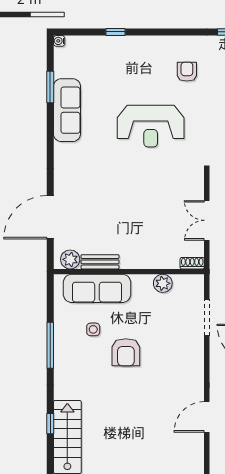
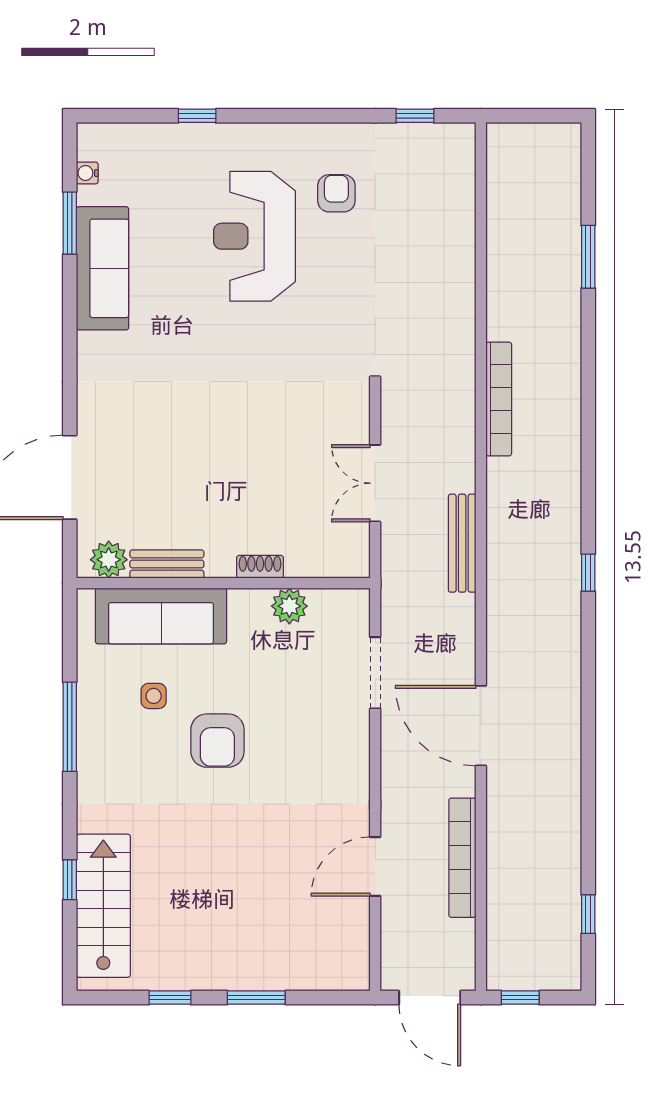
water cooler: (59, 41) -> (87, 173), moved
reception desk: (151, 126) -> (254, 236), moved, turned 90
shoe rack: (192, 263) -> (260, 567), moved

